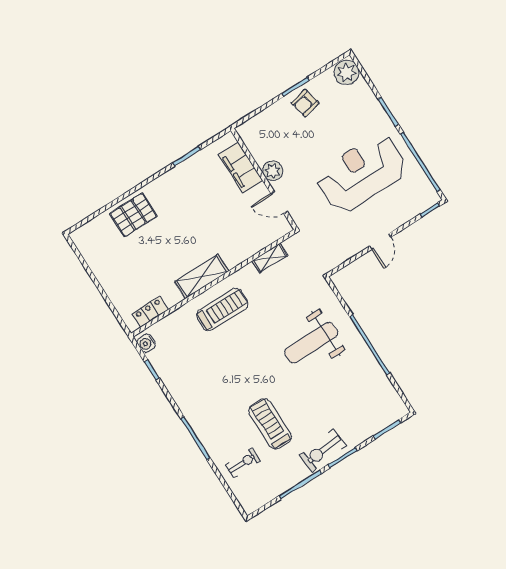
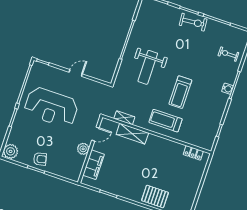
door: (279, 203) -> (95, 134), hinge flipped
shelving: (202, 276) -> (132, 134), moved
water cooler: (146, 343) -> (227, 89), moved
weight bench: (311, 343) -> (148, 67), turned 90
treadmill: (270, 424) -> (180, 92), moved

